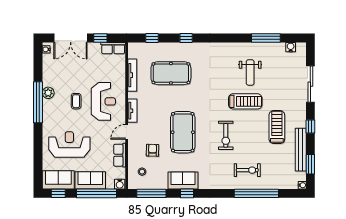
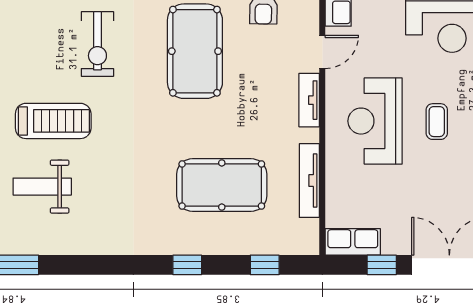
weight bench: (250, 72) -> (42, 187), turned -90
treadmill: (245, 101) -> (53, 121), turned 180
exercise bike: (226, 135) -> (97, 44), turned 180

